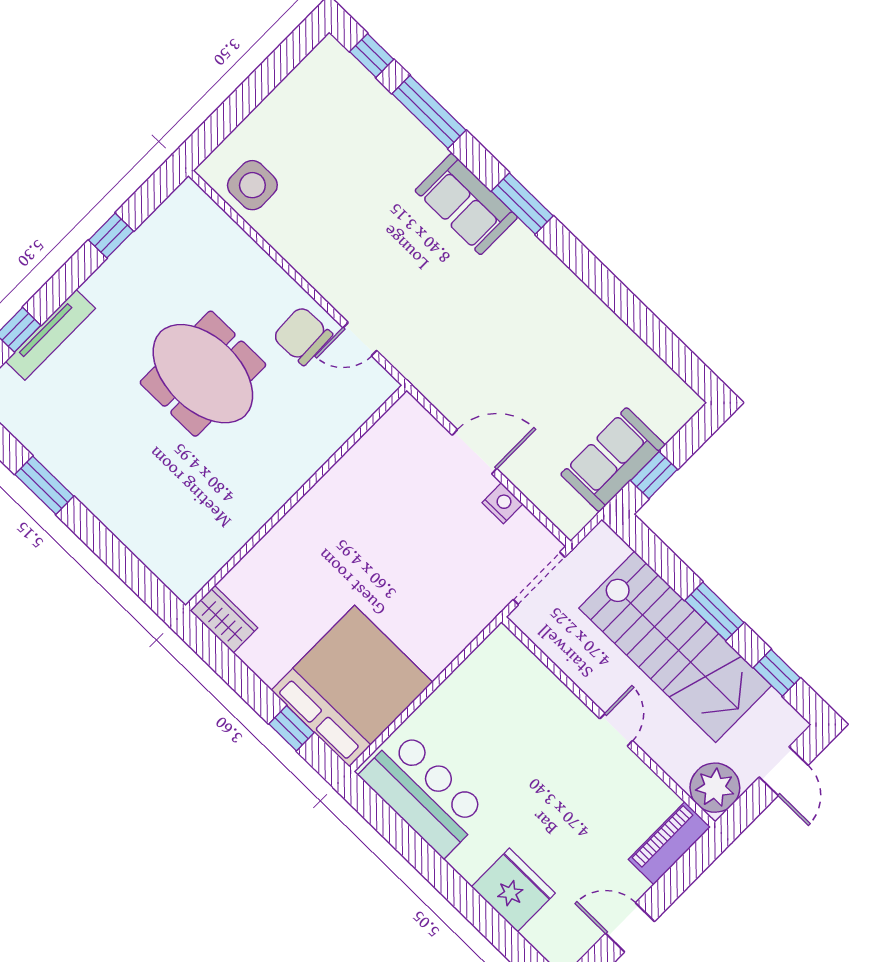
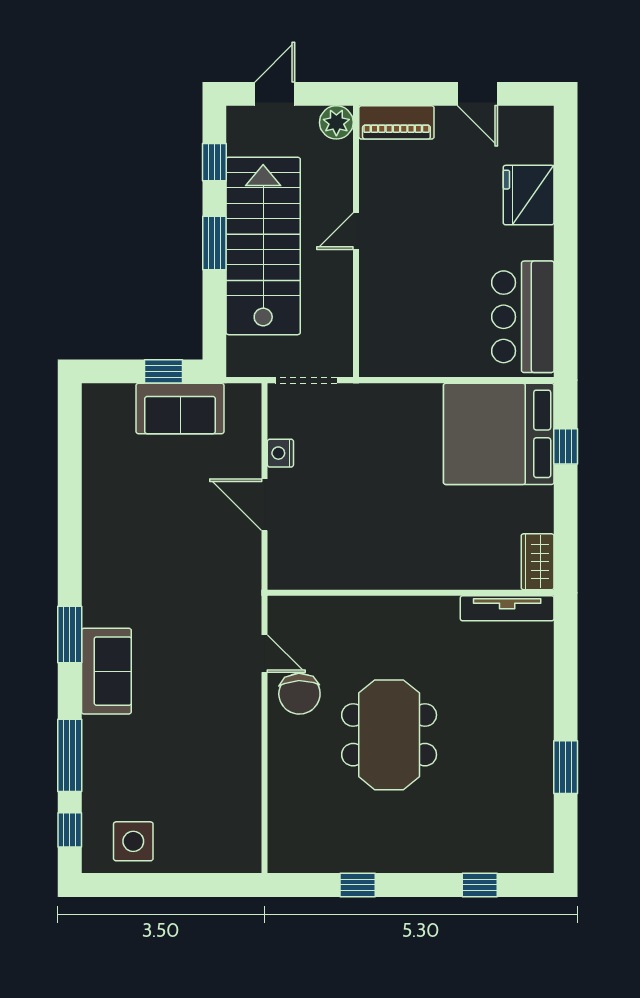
side table: (252, 185) -> (133, 841), moved
tv unit: (51, 335) -> (507, 608), moved, turned 180
plant: (715, 788) -> (336, 122), width x0.73, depth x0.73

